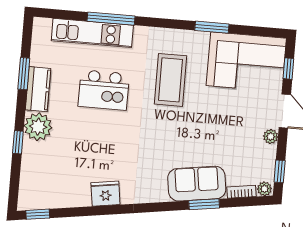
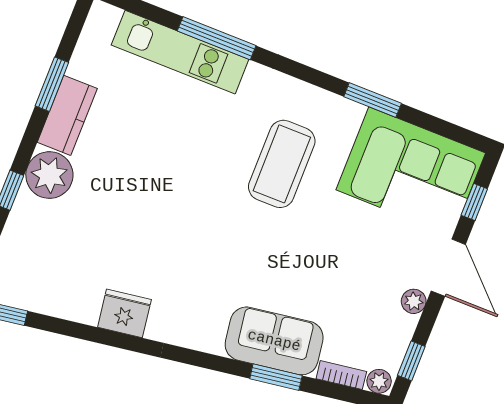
kitchen island: (104, 90) -> (171, 148), removed

